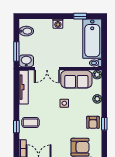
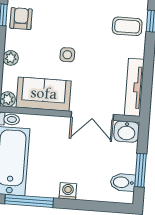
window: (80, 16) -> (29, 201), width x2.17
window: (16, 51) -> (140, 170), moved
double door: (47, 69) -> (92, 116), swing flipped

